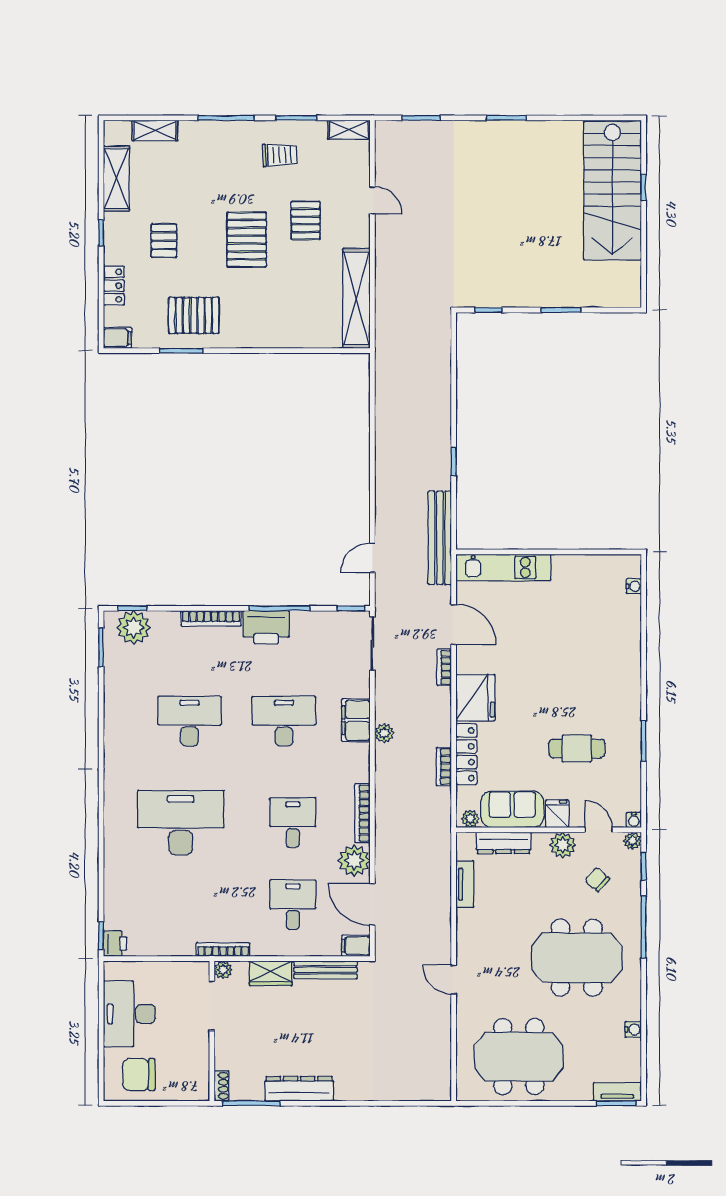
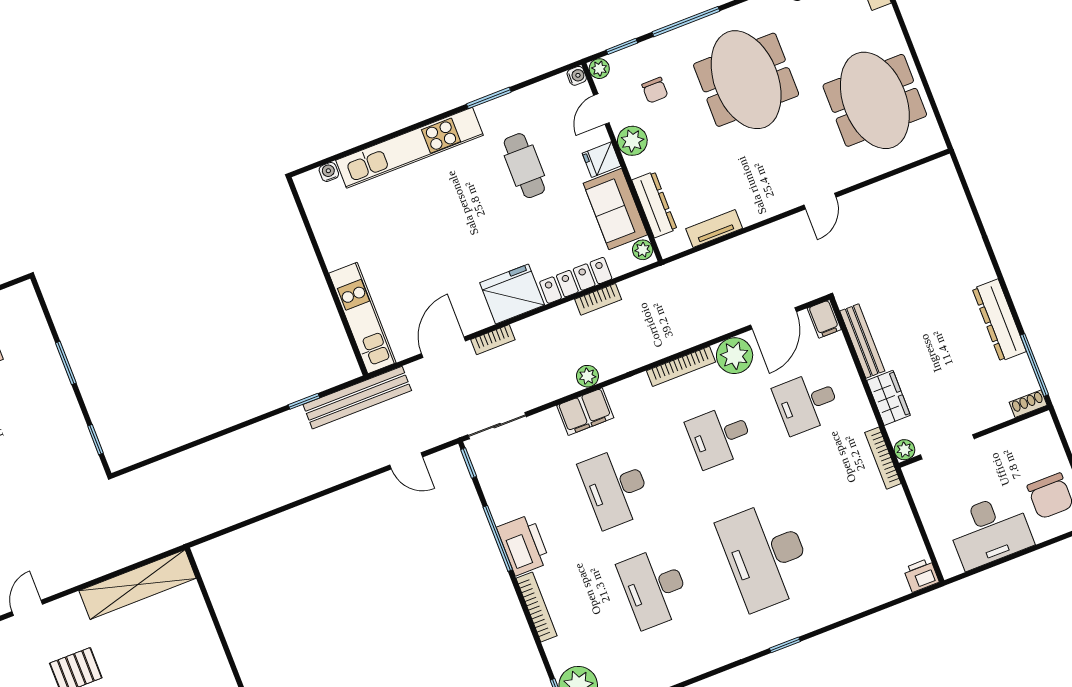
window: (454, 461) -> (304, 401), moved
kitchen unit: (628, 660) -> (410, 148), added
chair: (597, 880) -> (655, 90), turned -41
window: (101, 936) -> (785, 645), moved

